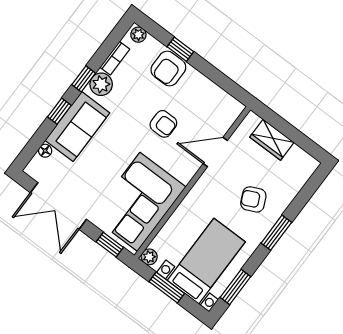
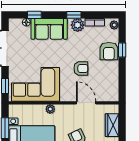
armchair: (168, 68) -> (109, 51), turned -90
window: (59, 111) -> (34, 15), moved
armchair: (163, 124) -> (81, 68), turned -90
plant: (149, 257) -> (50, 109), moved

